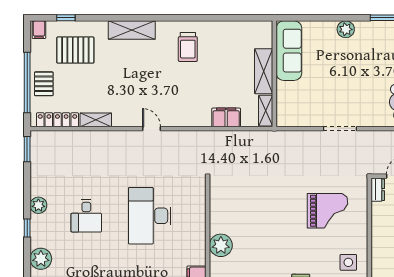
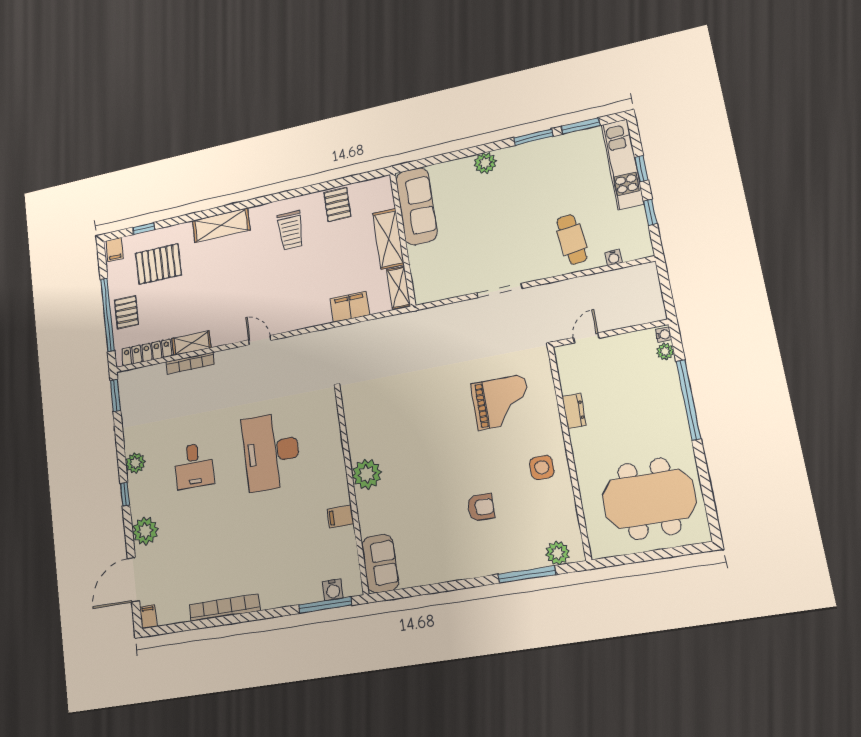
pallet: (228, 35) -> (337, 204), added
bookcase: (93, 136) -> (190, 363), added
dresser: (378, 190) -> (574, 411), moved

